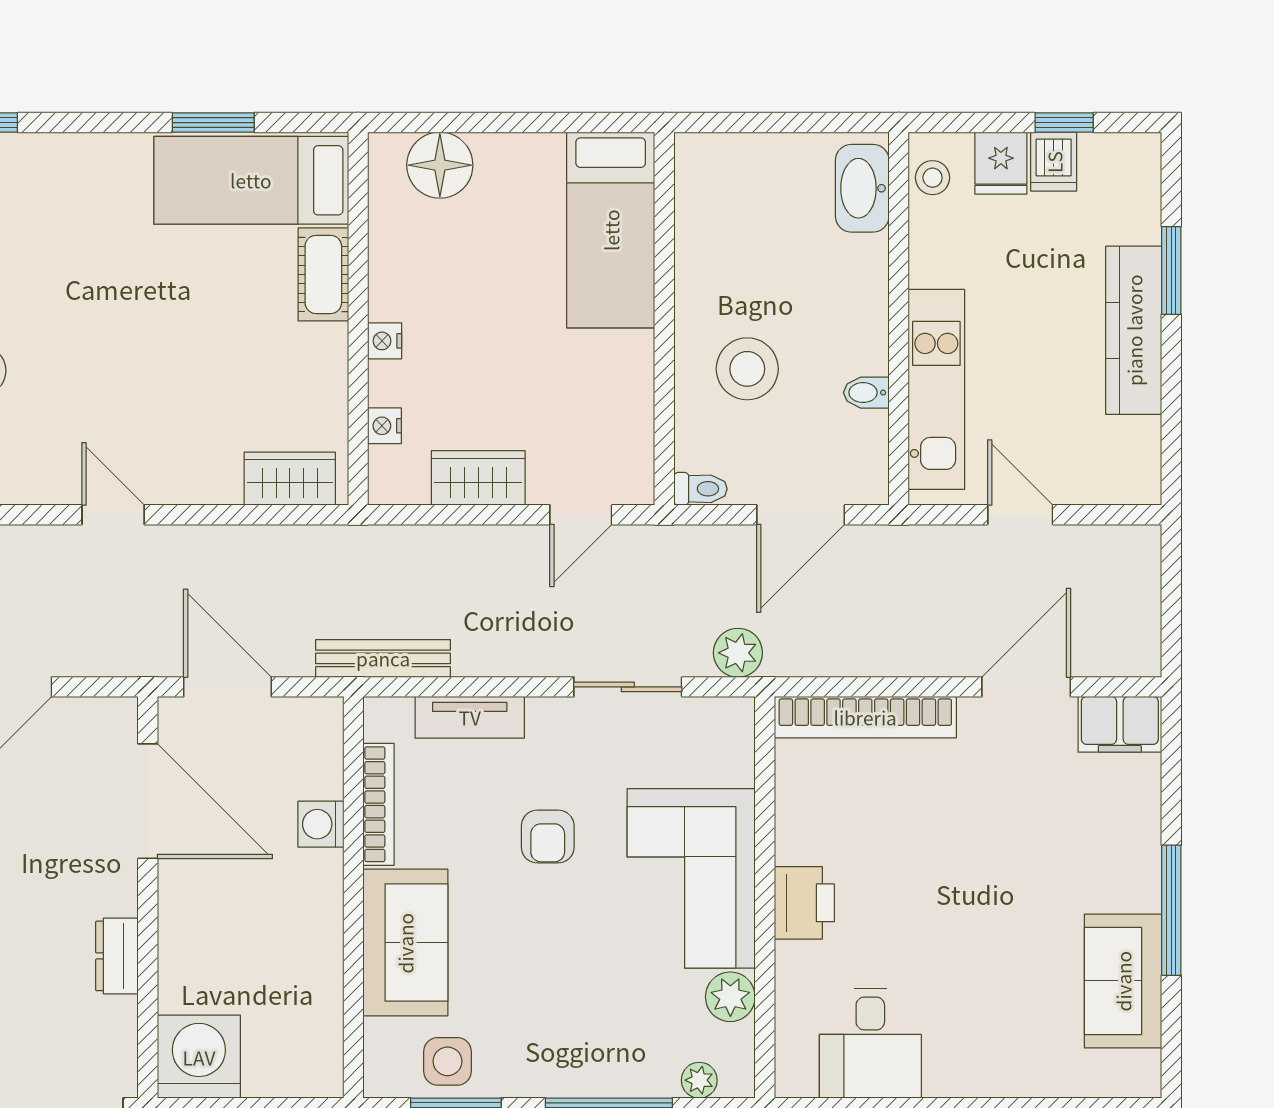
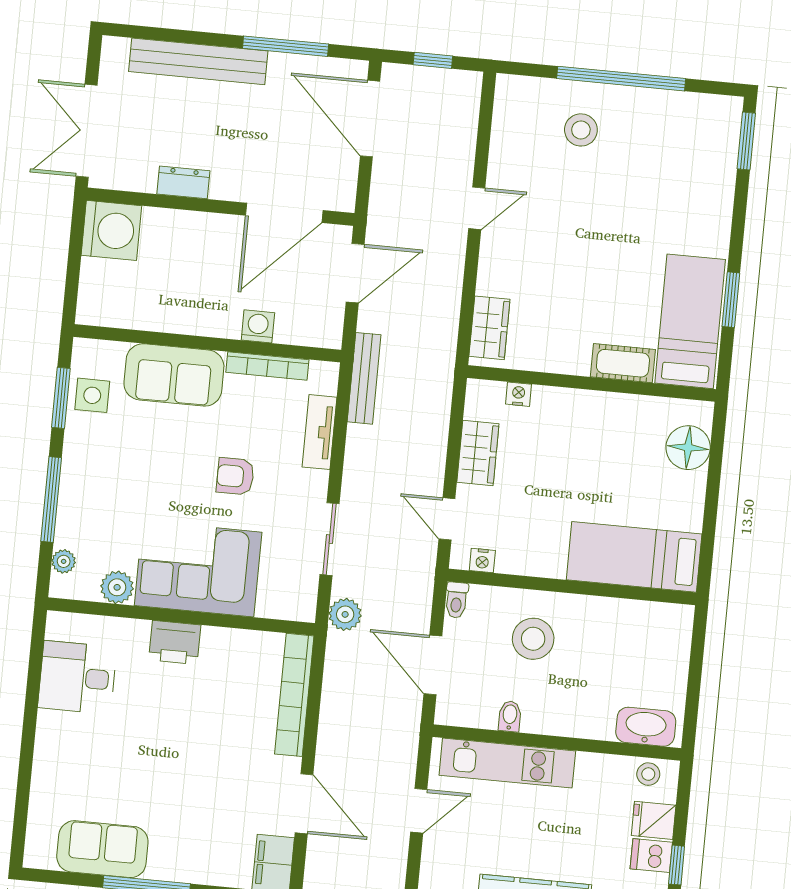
nightstand: (385, 341) -> (482, 560), moved, turned 180

